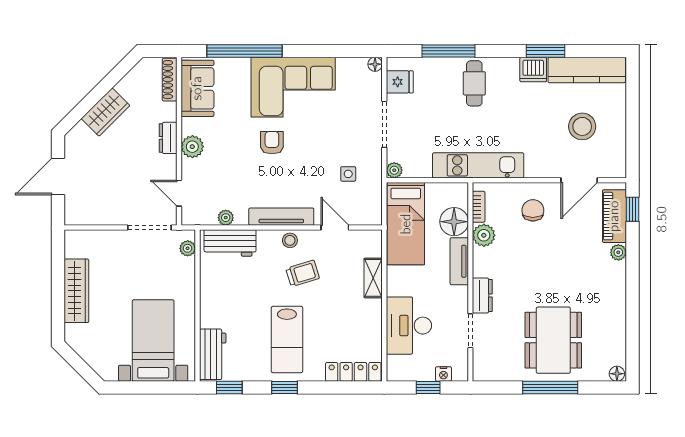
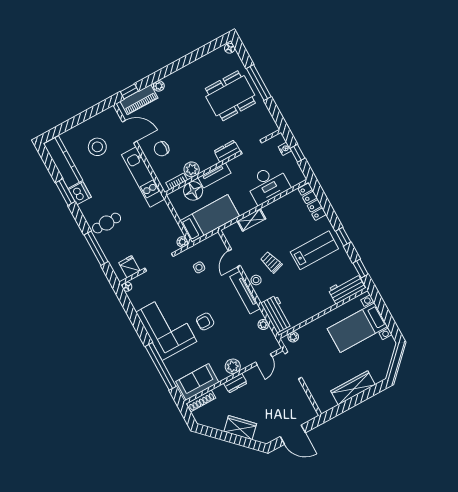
kitchen unit: (478, 165) -> (143, 177), moved

